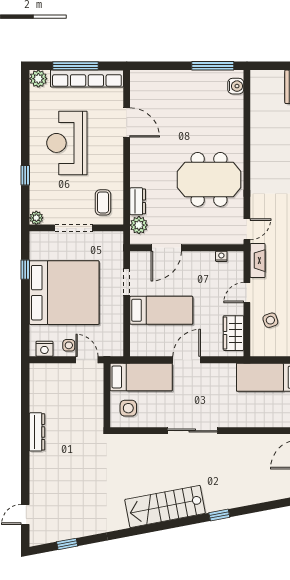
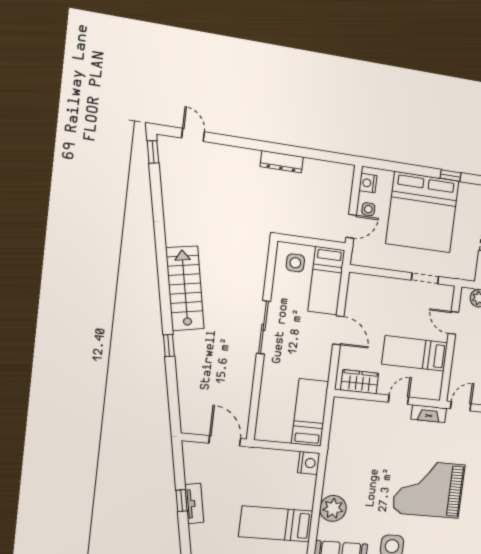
door: (247, 229) -> (461, 406), swing flipped
door: (166, 248) -> (453, 323), width x0.73
nightstand: (221, 256) -> (438, 378), removed
door: (247, 293) -> (398, 400), hinge flipped
bed: (161, 310) -> (415, 353), moved, turned 90
side table: (270, 320) -> (368, 421), removed
window: (67, 544) -> (153, 152), moved

